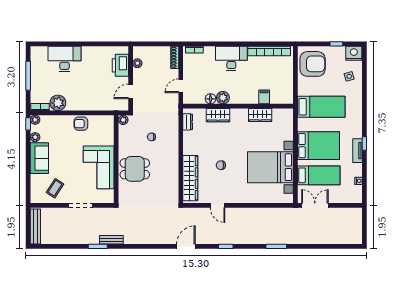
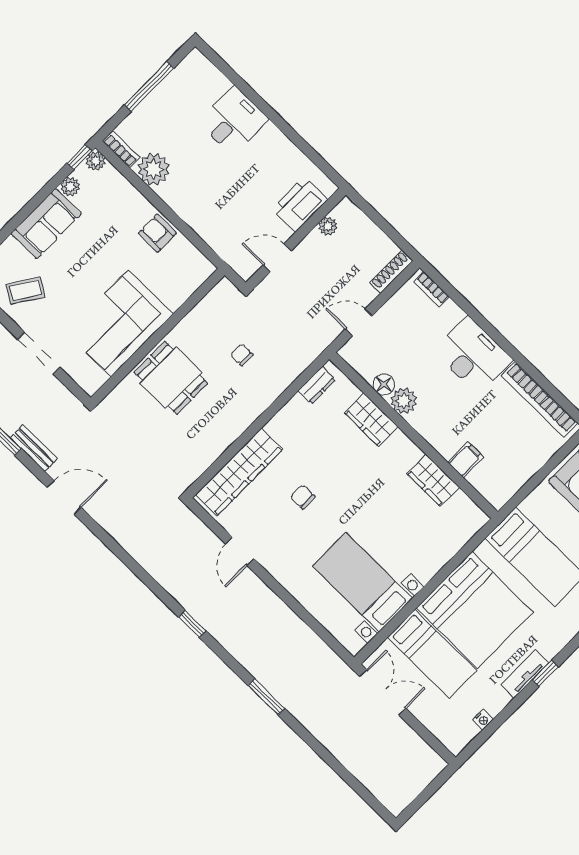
desk: (65, 59) -> (234, 121), width x0.73
plant: (123, 120) -> (225, 289), removed
bed: (319, 146) -> (475, 610), width x1.36
bed with nightstands: (270, 167) -> (362, 582), width x0.73
door: (186, 246) -> (64, 498), moved

